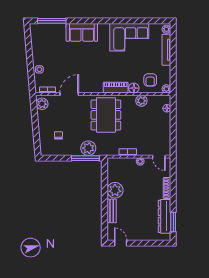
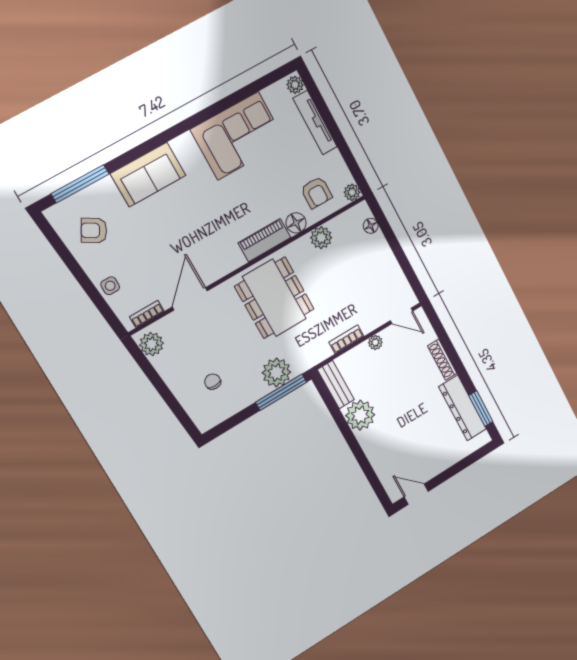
armchair: (46, 43) -> (94, 230), added
bench: (112, 211) -> (336, 385), moved

